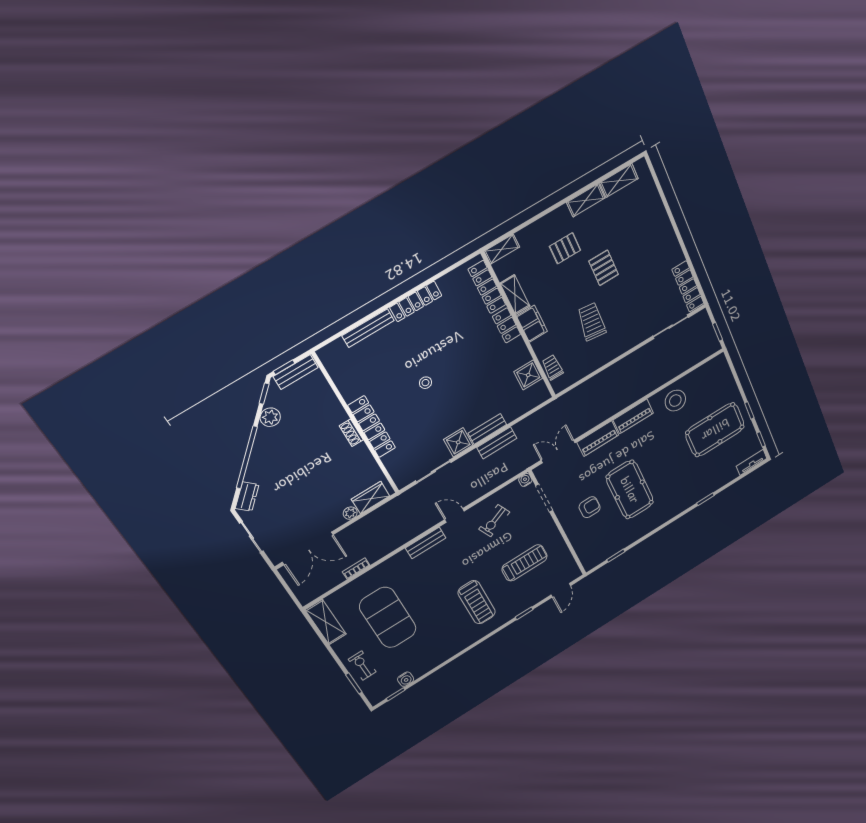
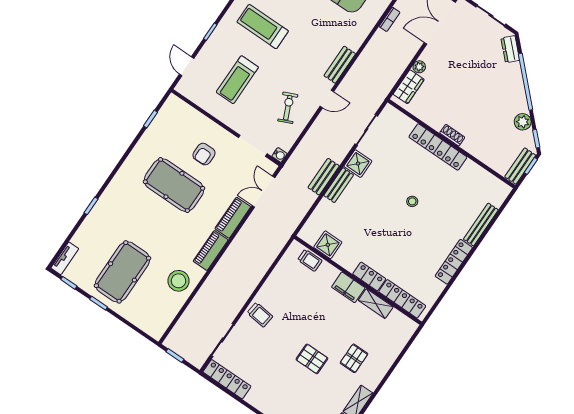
shelving: (502, 249) -> (406, 333), removed
trolley: (592, 322) -> (260, 315), moved, width x0.73, depth x0.72
double door: (558, 451) -> (263, 192), swing flipped

